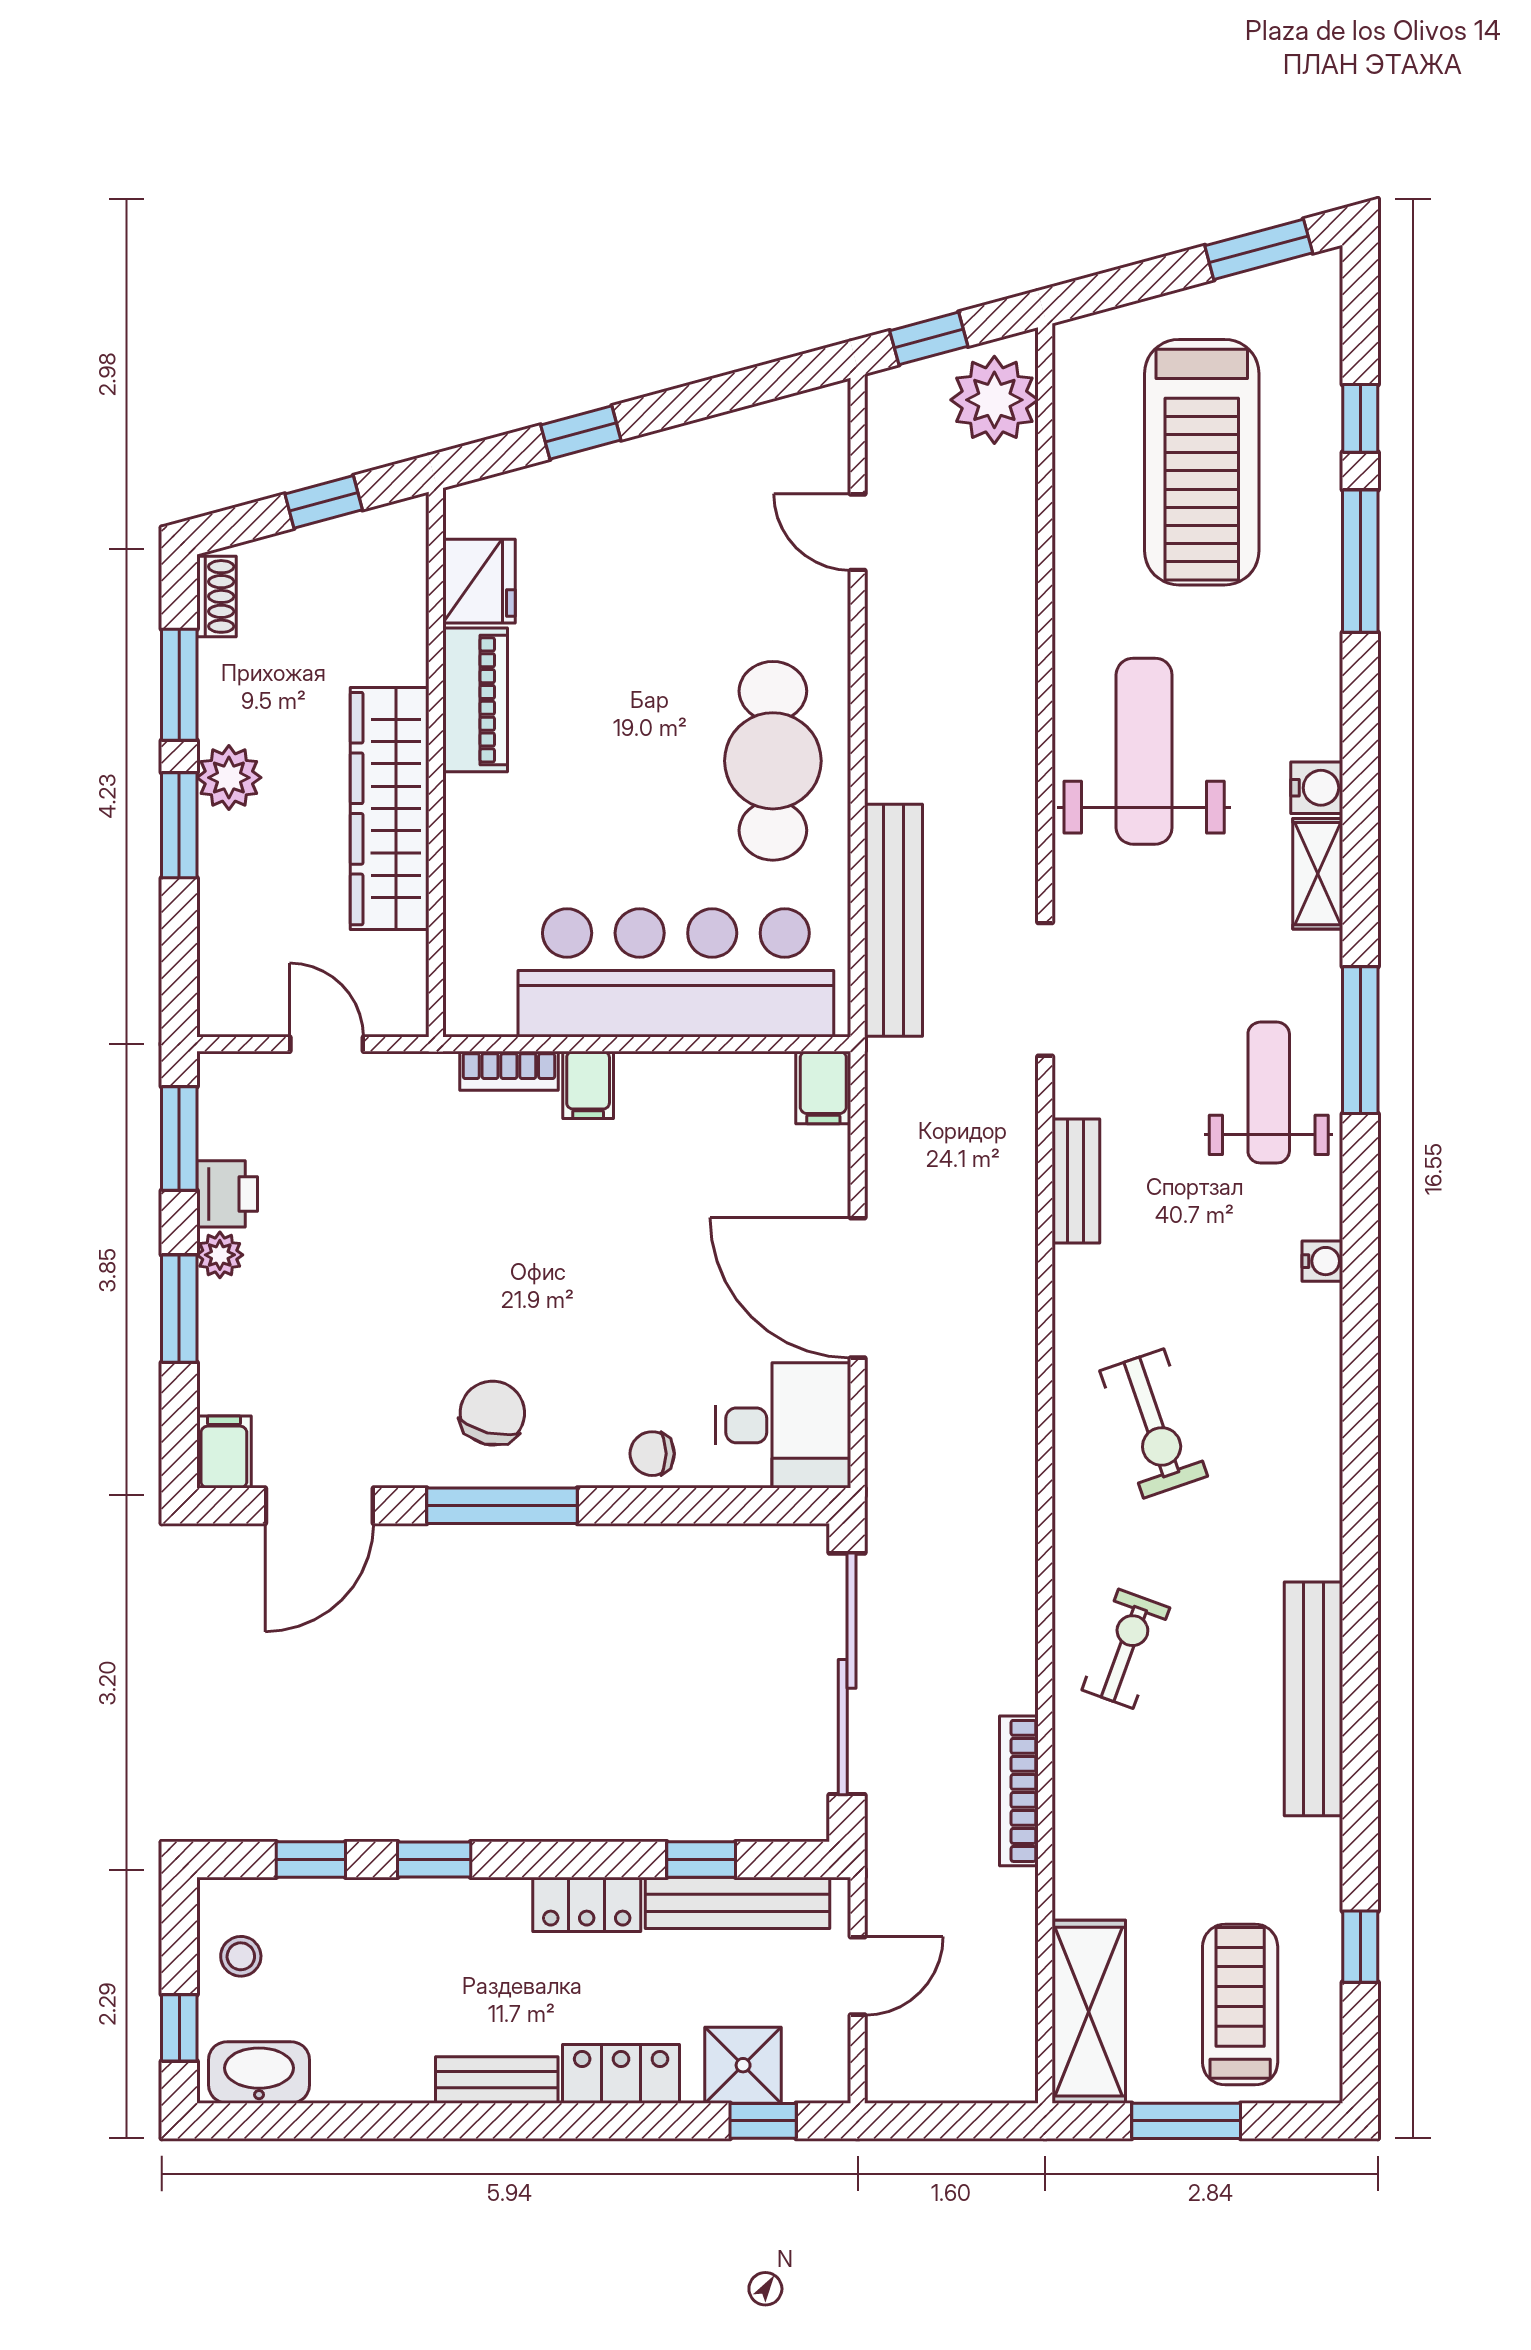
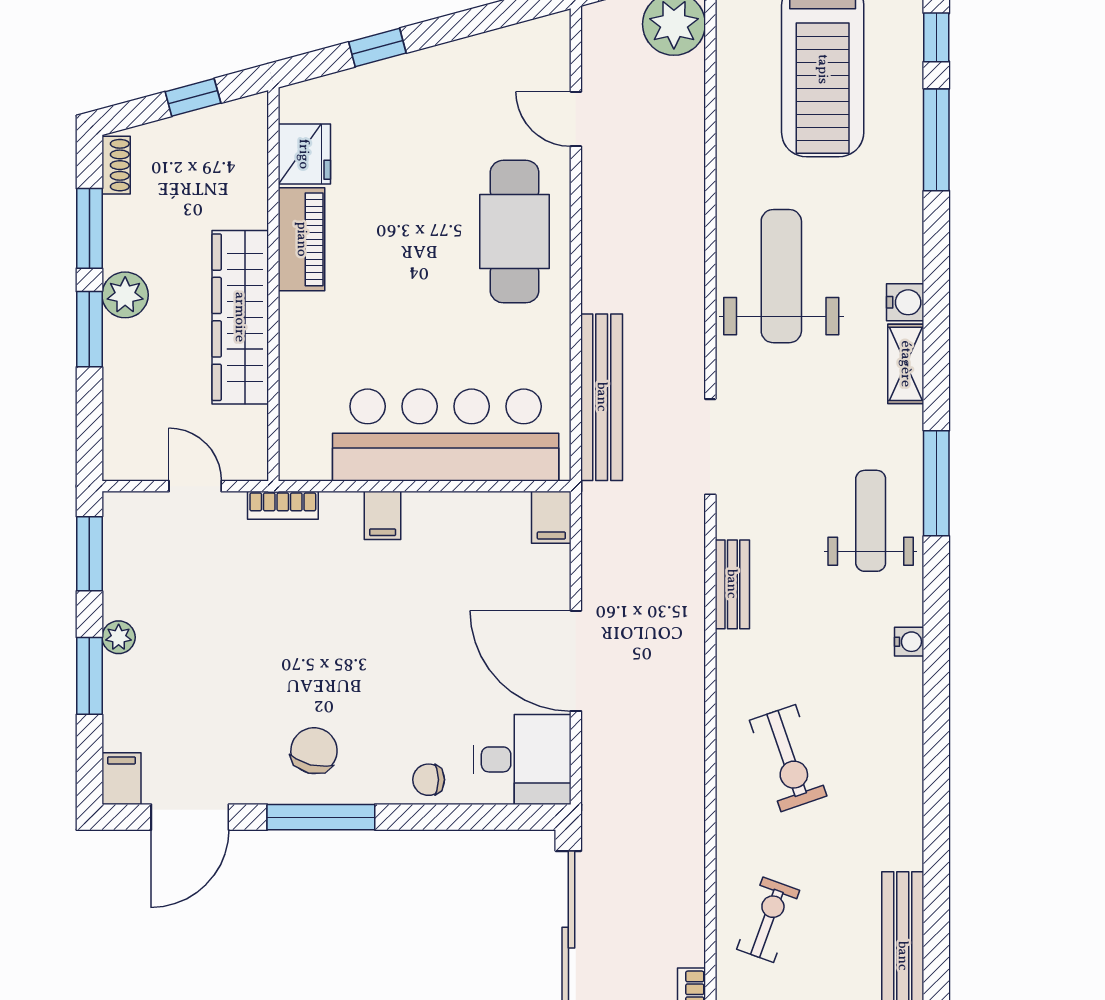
cafe table: (773, 761) -> (515, 232), moved
bookcase: (509, 1071) -> (283, 505), moved
printer: (227, 1194) -> (124, 594), removed

